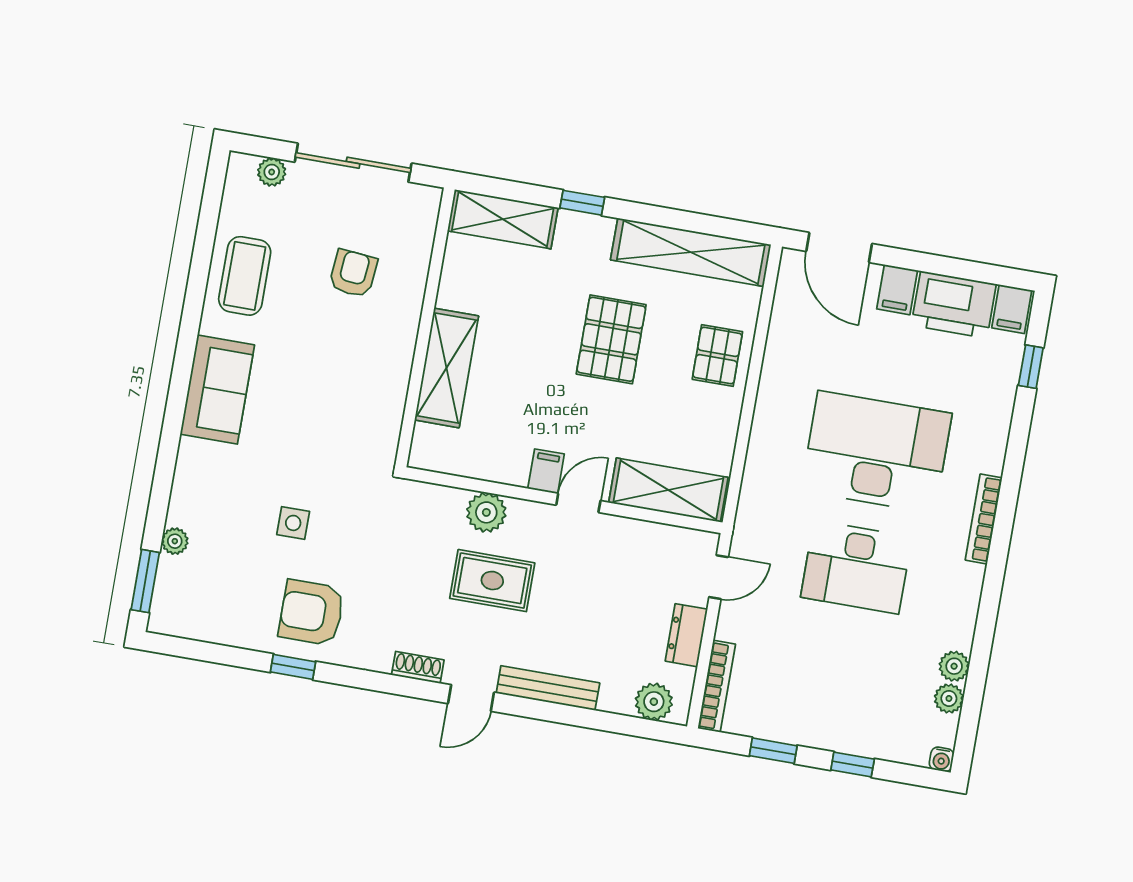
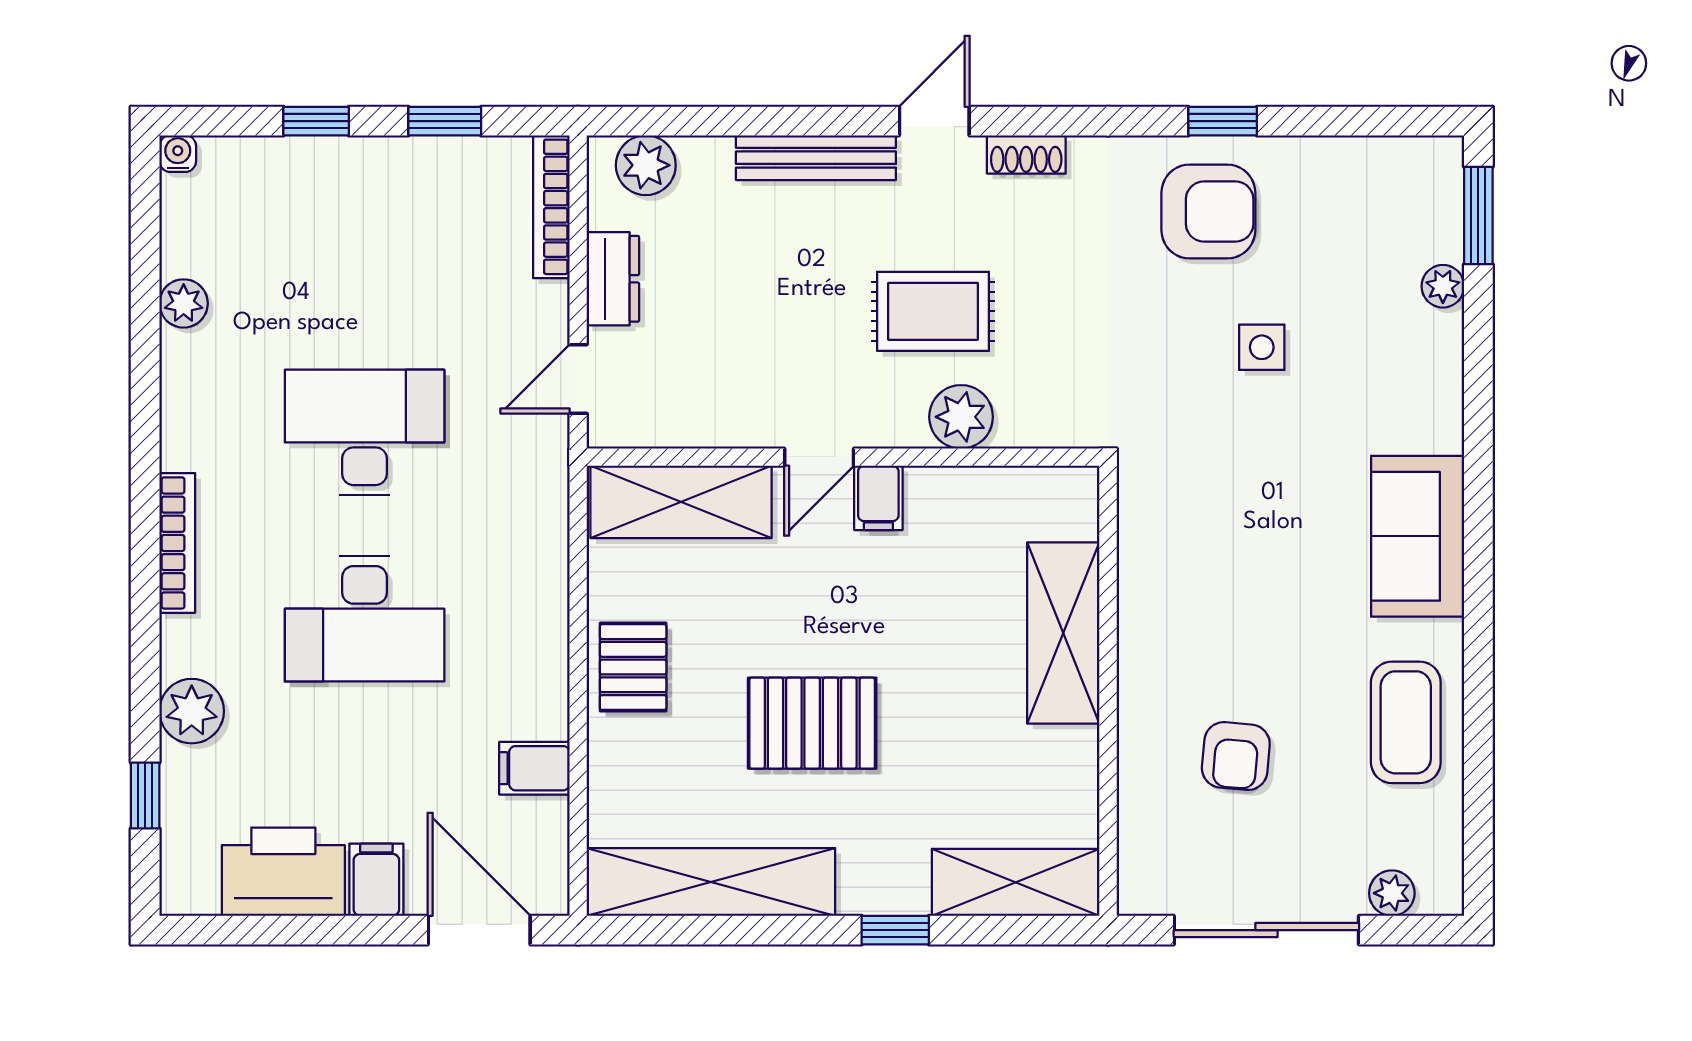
filing cabinet: (1012, 309) -> (534, 768), moved, turned -90
pallet: (611, 339) -> (812, 723), turned 90
pallet: (717, 355) -> (633, 667), moved
desk: (876, 452) -> (365, 619), width x0.73, depth x0.77
plant: (949, 698) -> (192, 711), moved, width x1.38, depth x1.38

